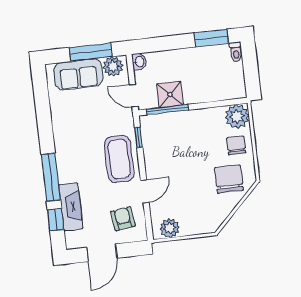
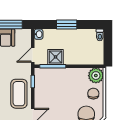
window: (211, 38) -> (67, 25), moved
plant: (113, 66) -> (22, 35), removed
door: (134, 96) -> (33, 55), hinge flipped

